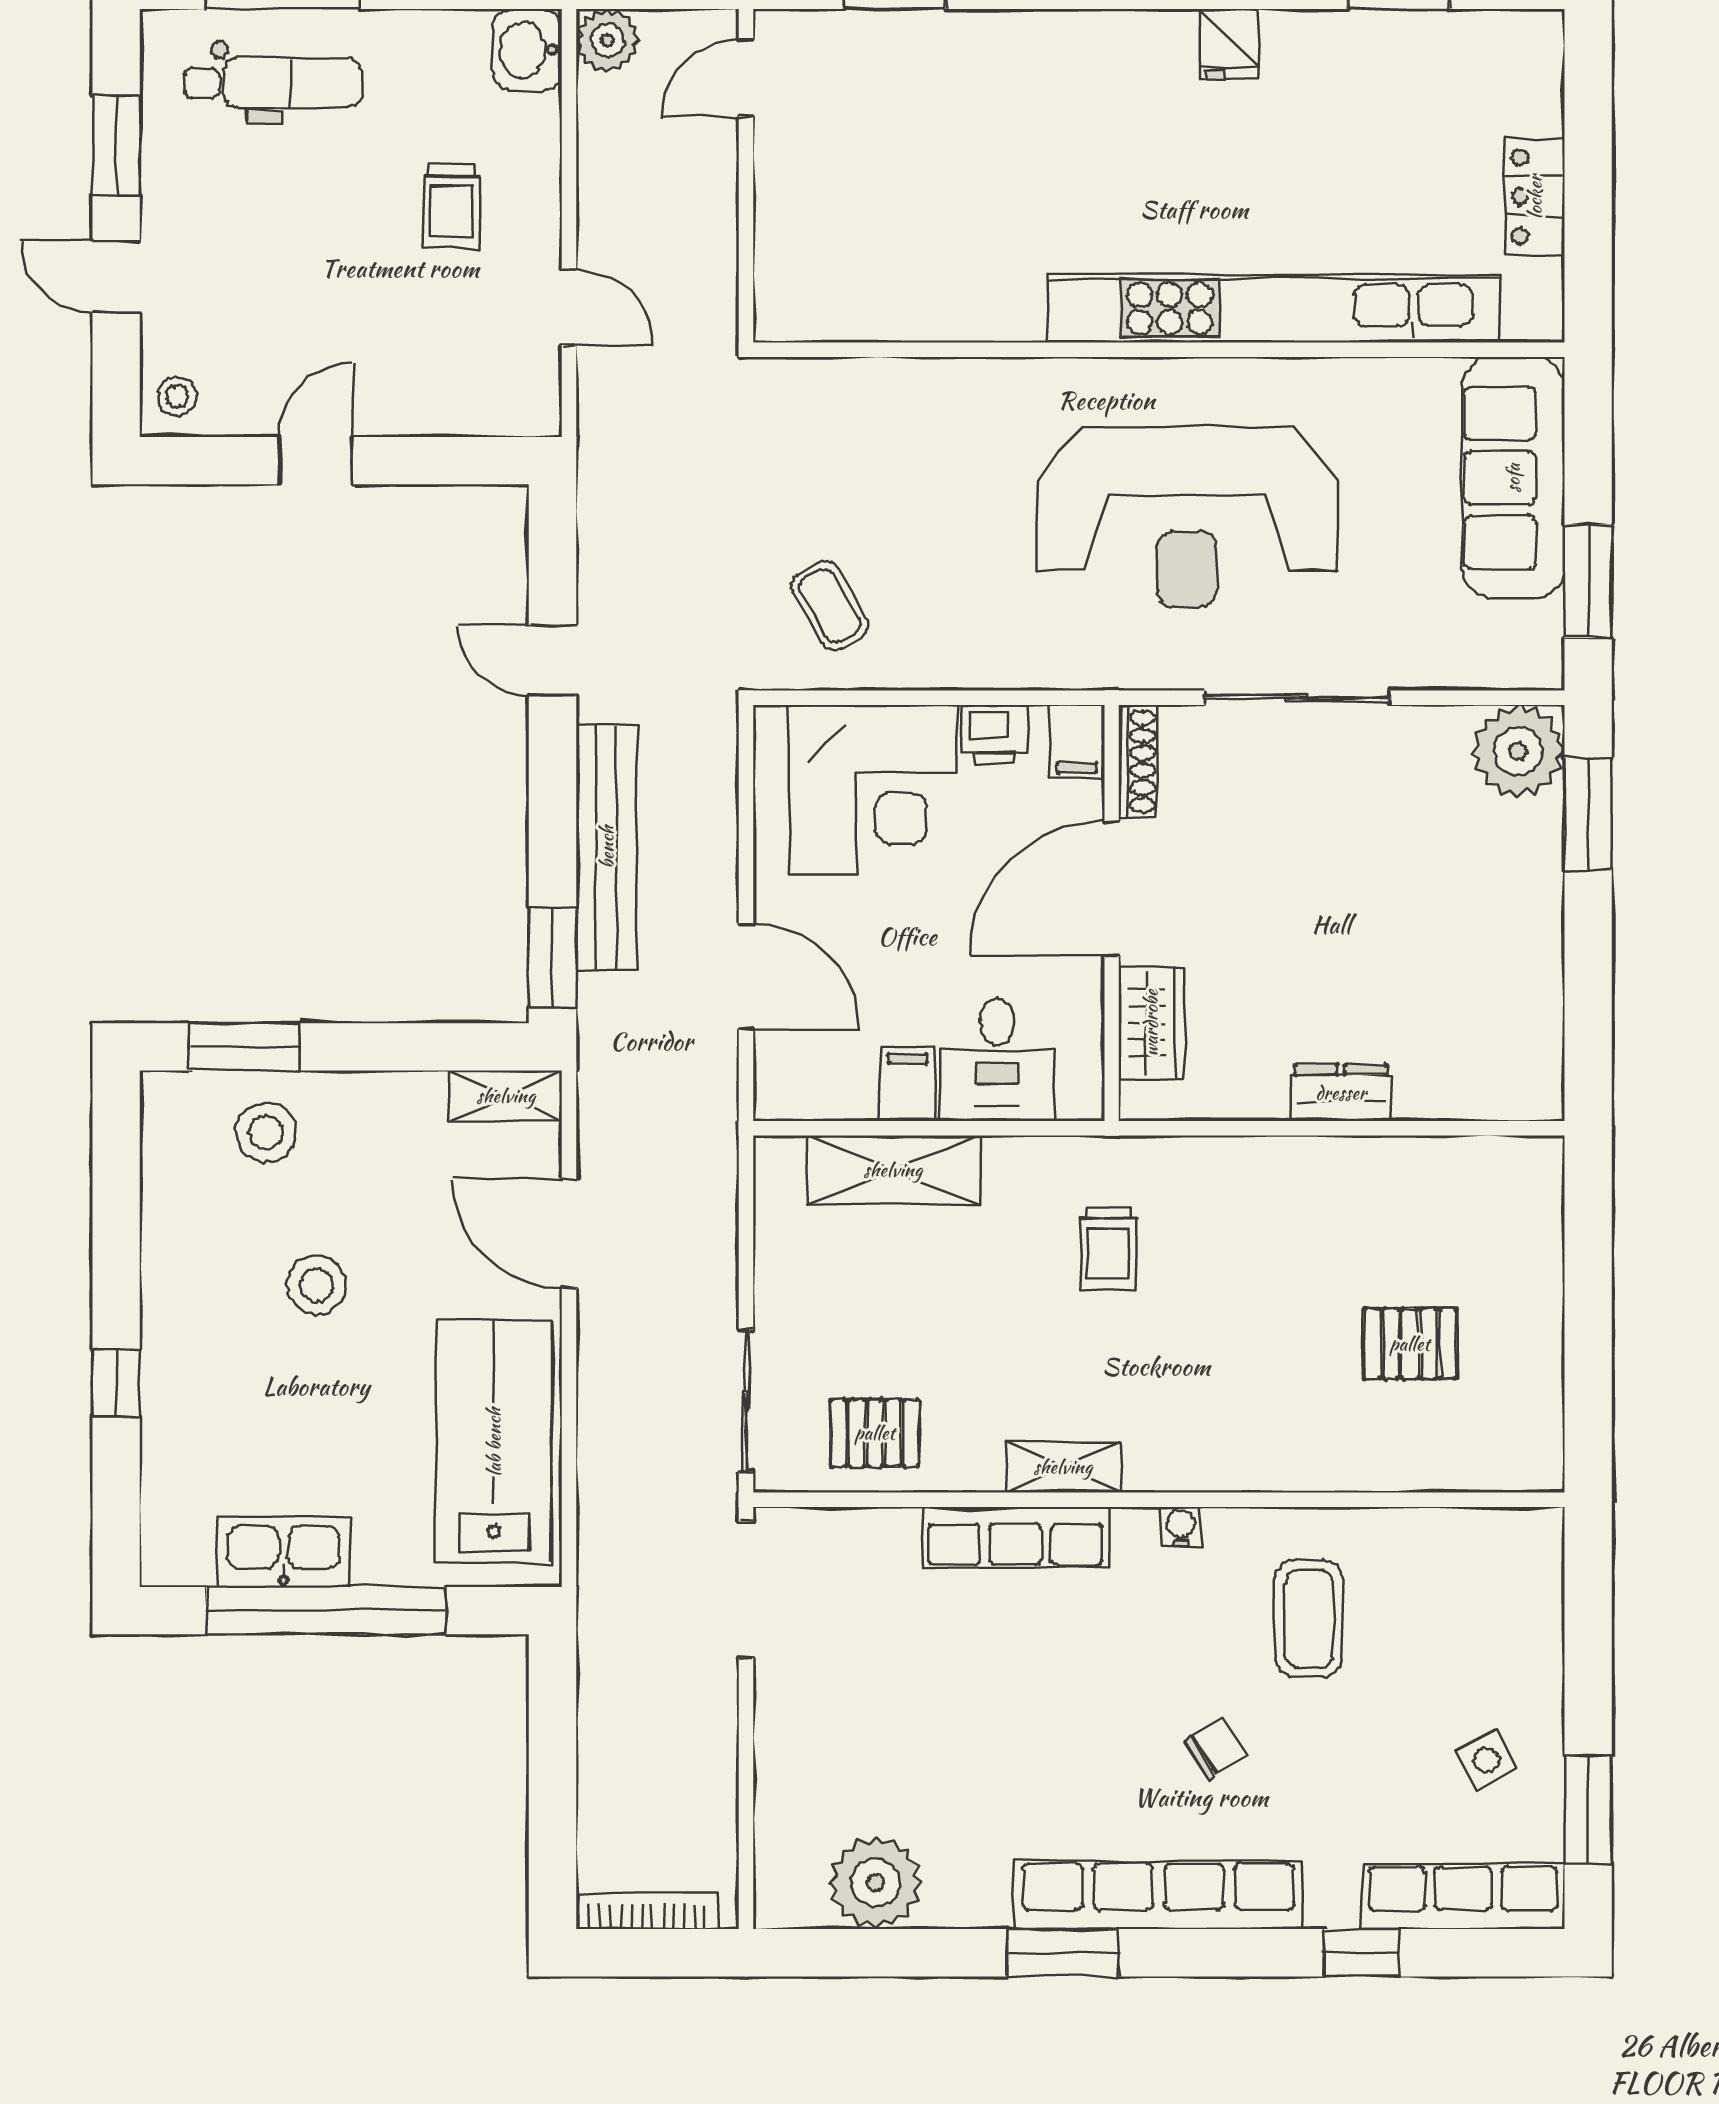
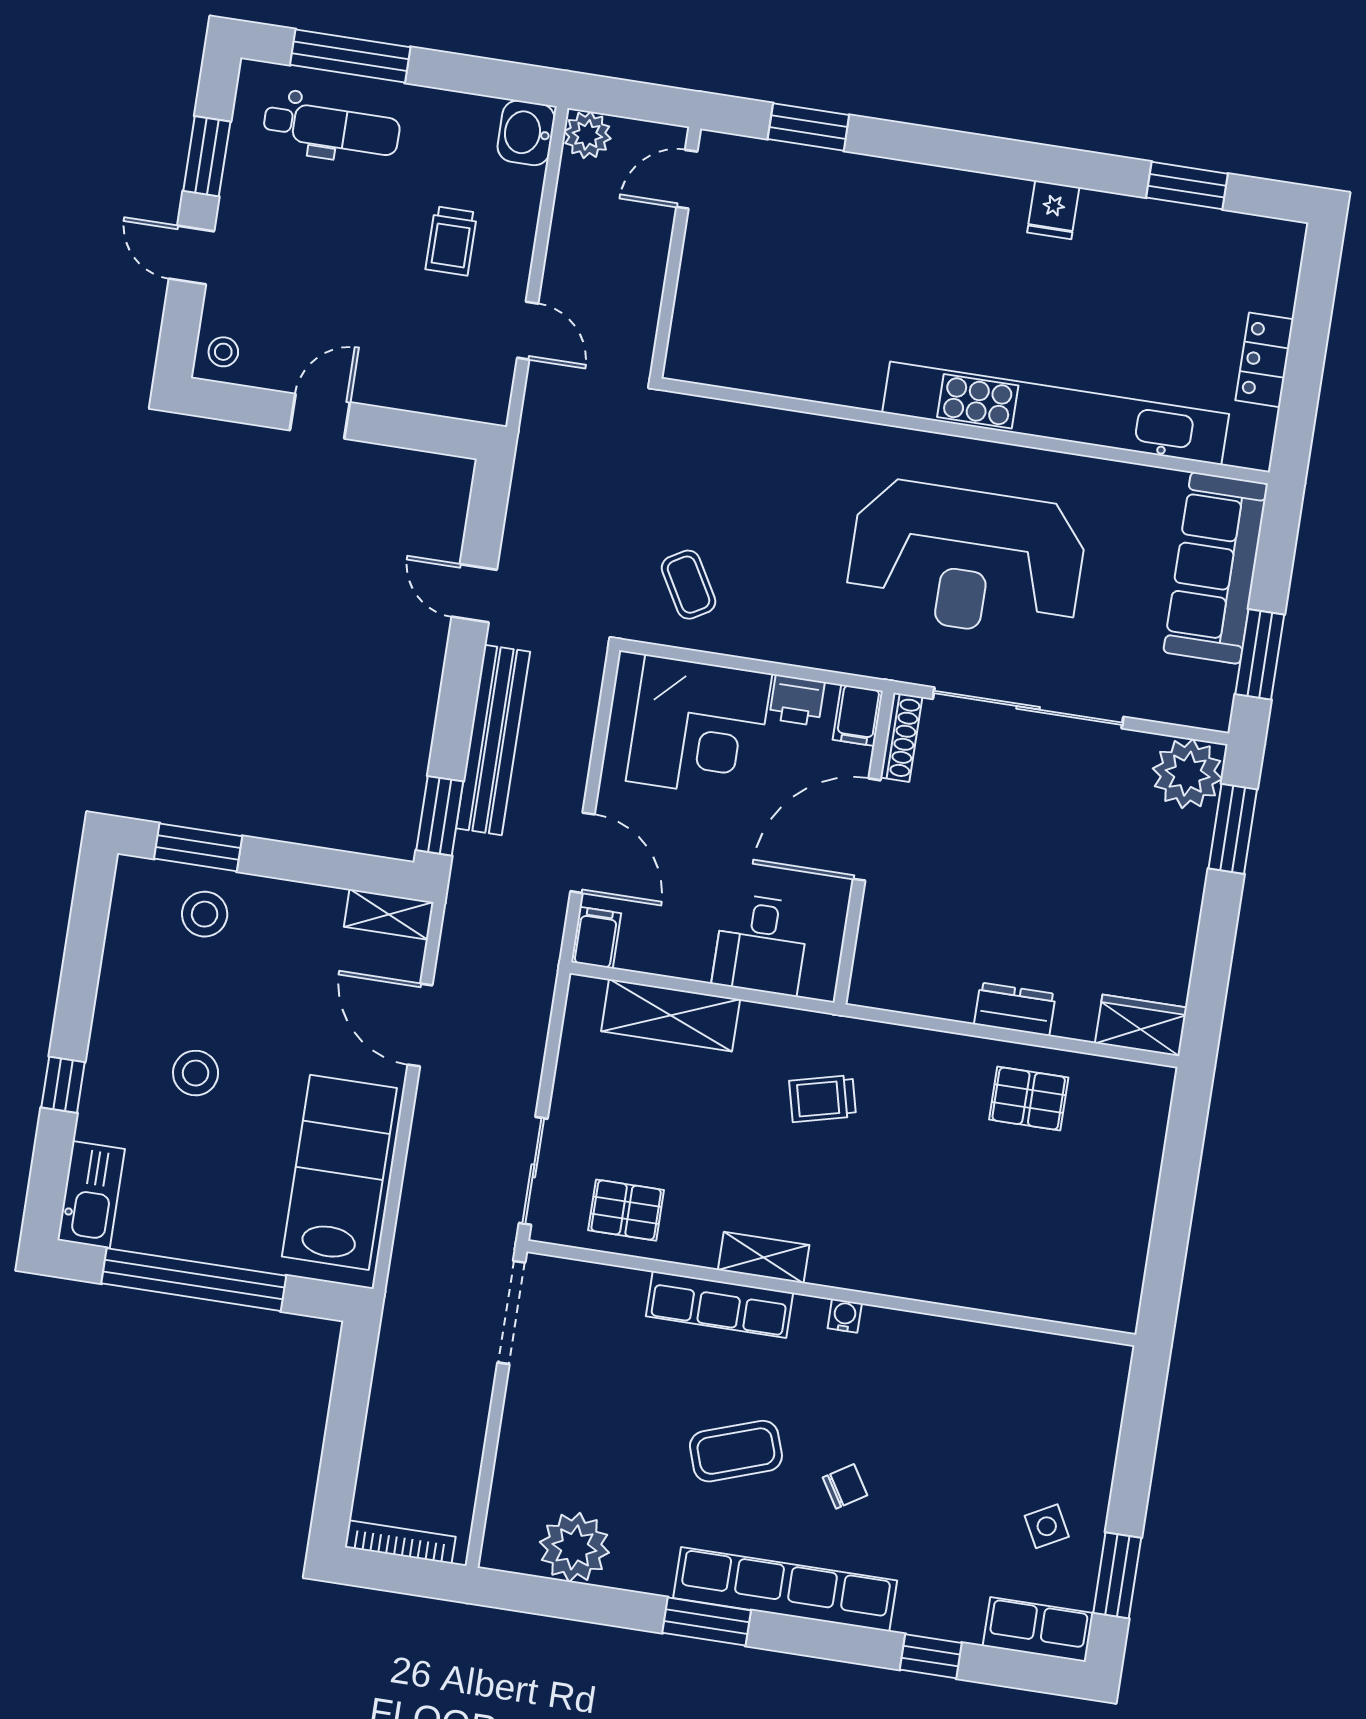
sliding door: (1297, 698) -> (1028, 708), width x1.36
wardrobe: (1151, 1023) -> (1141, 1025), moved, turned -90
filing cabinet: (908, 1084) -> (596, 938), moved
trolley: (1108, 1248) -> (823, 1099), turned 76
stool: (316, 1285) -> (196, 1073), moved
pallet: (1410, 1344) -> (1029, 1099), moved
kitchen sink: (283, 1552) -> (91, 1195), moved, turned 90
coffee table: (1309, 1619) -> (736, 1451), moved, turned 71
row of seats: (1463, 1896) -> (1038, 1630), width x0.68

